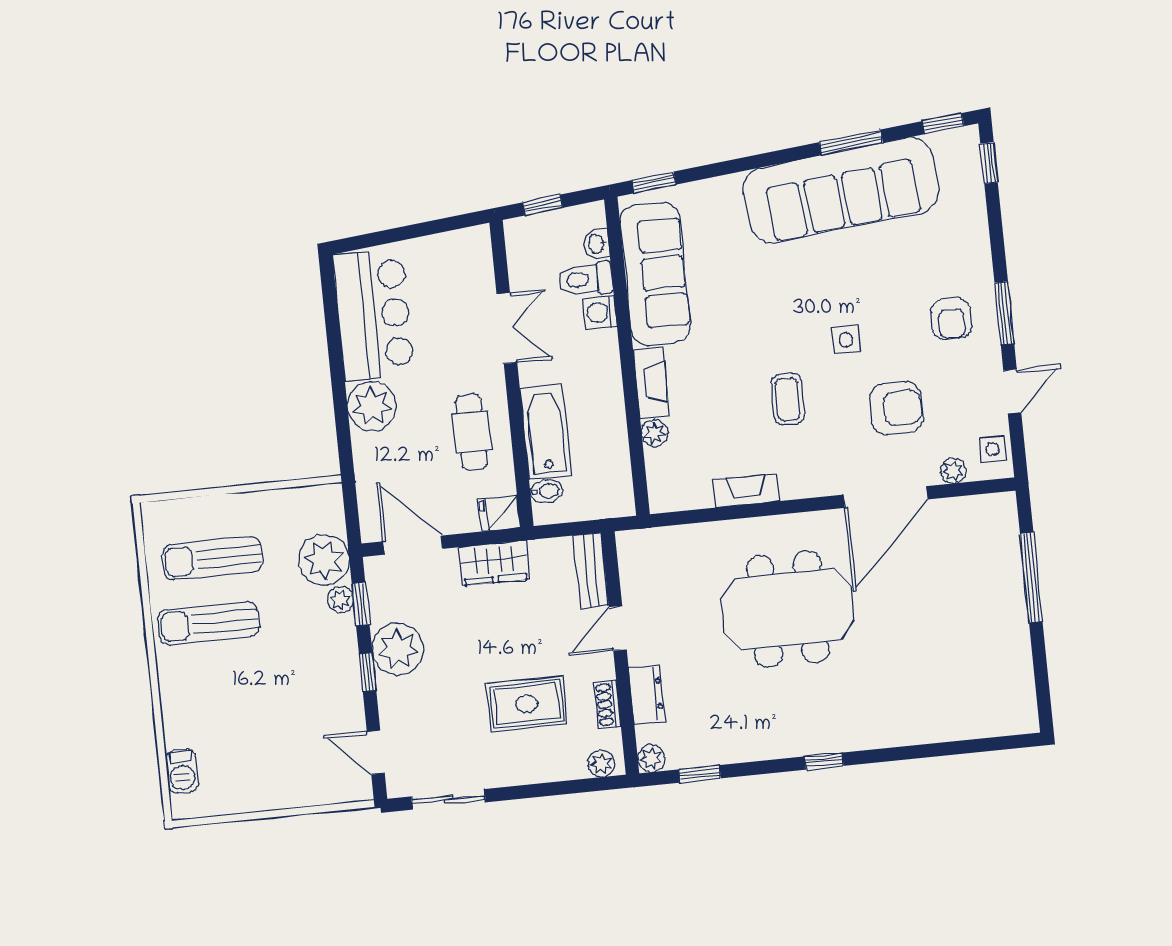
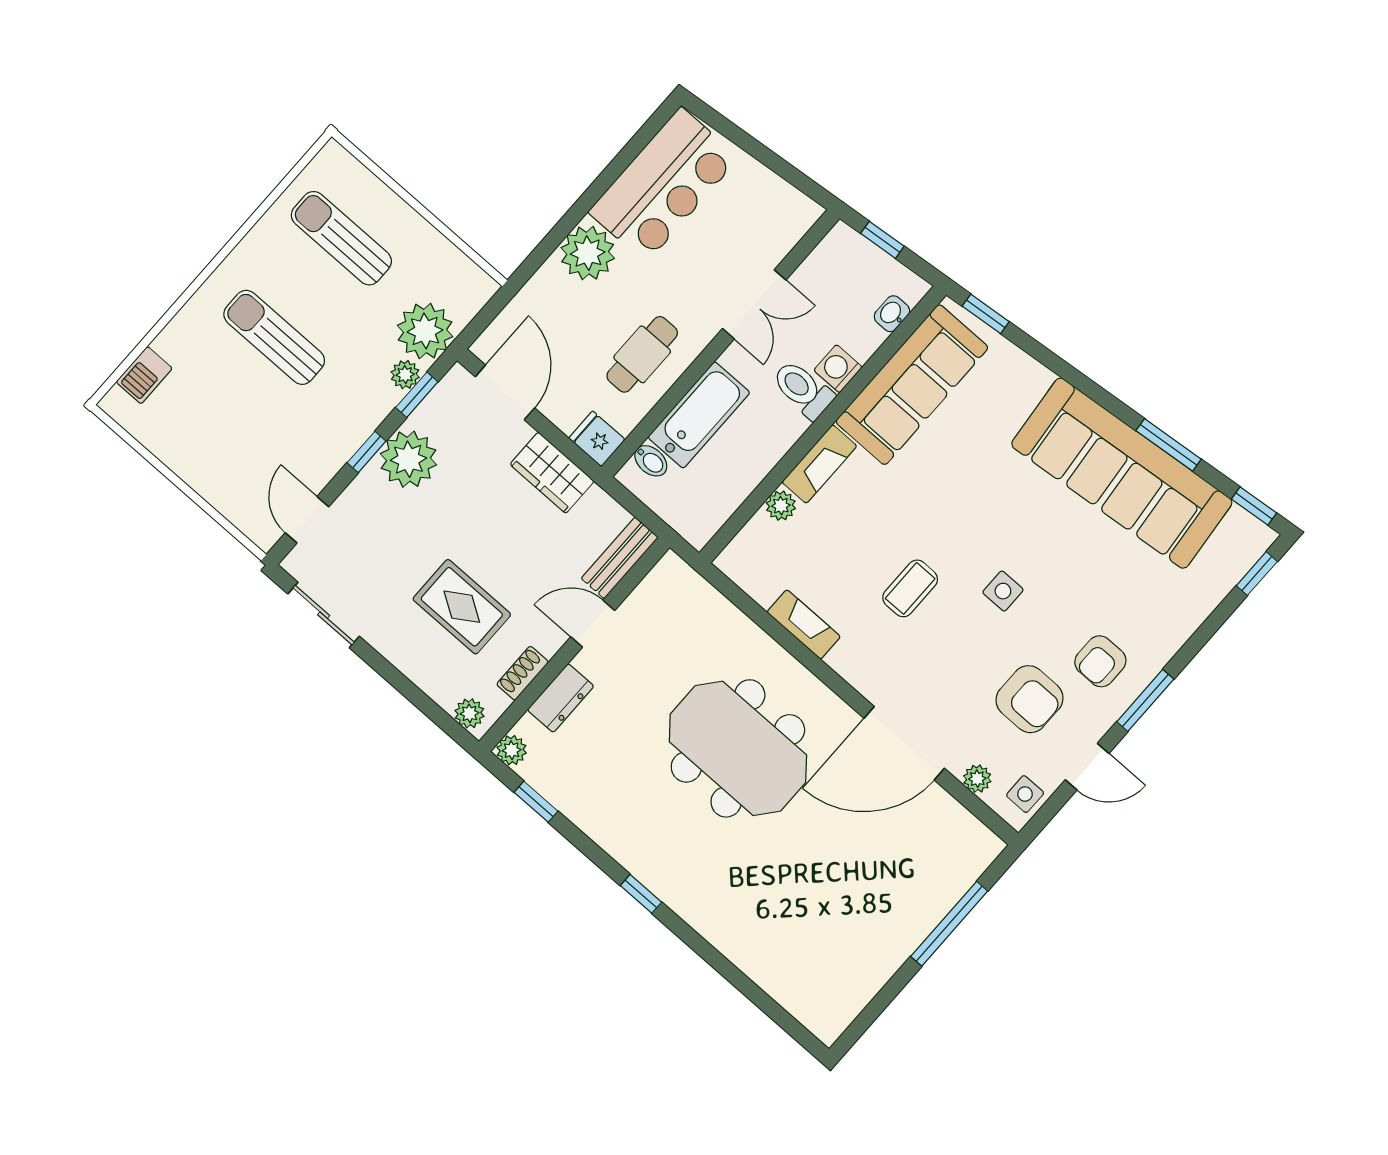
toilet: (585, 279) -> (803, 390), moved
armchair: (896, 408) -> (1030, 699), moved
sun lounger: (209, 623) -> (274, 337), moved

